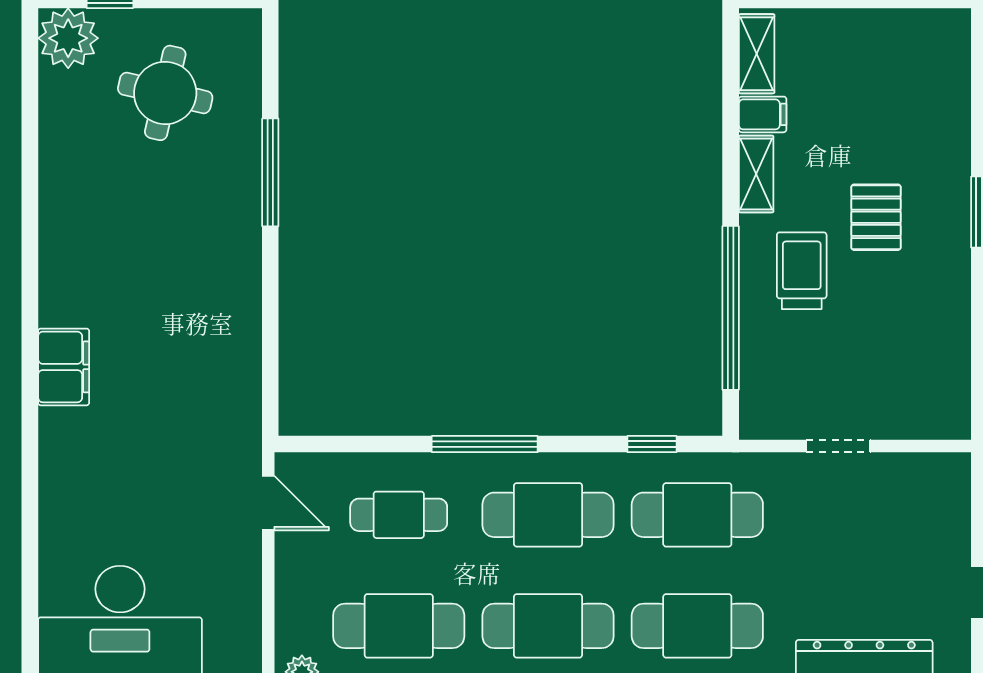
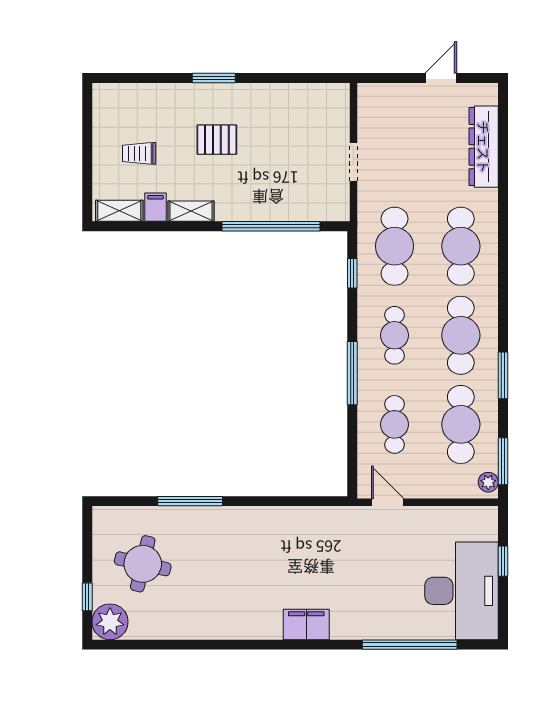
trolley: (802, 271) -> (139, 153), moved, width x0.73, depth x0.72
door: (268, 503) -> (388, 502), hinge flipped
cafe table: (548, 515) -> (395, 335), width x0.73, depth x0.74
window: (30, 540) -> (410, 645), added

